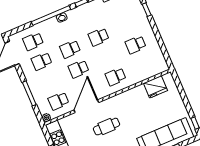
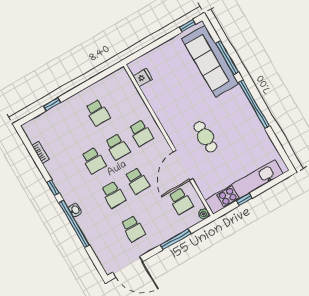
school desk: (33, 41) -> (117, 147), moved
fridge: (155, 87) -> (143, 77), width x0.53, depth x0.75
door: (86, 106) -> (183, 165), hinge flipped

